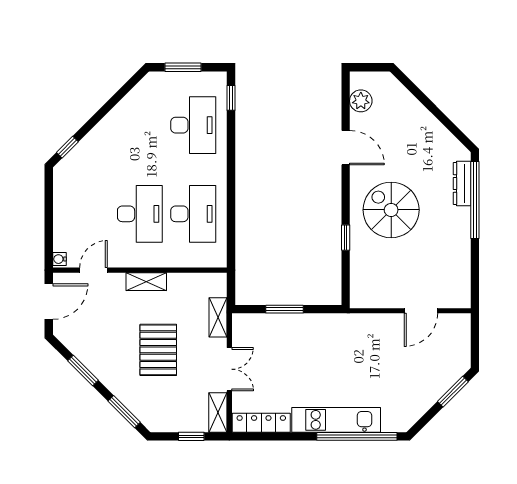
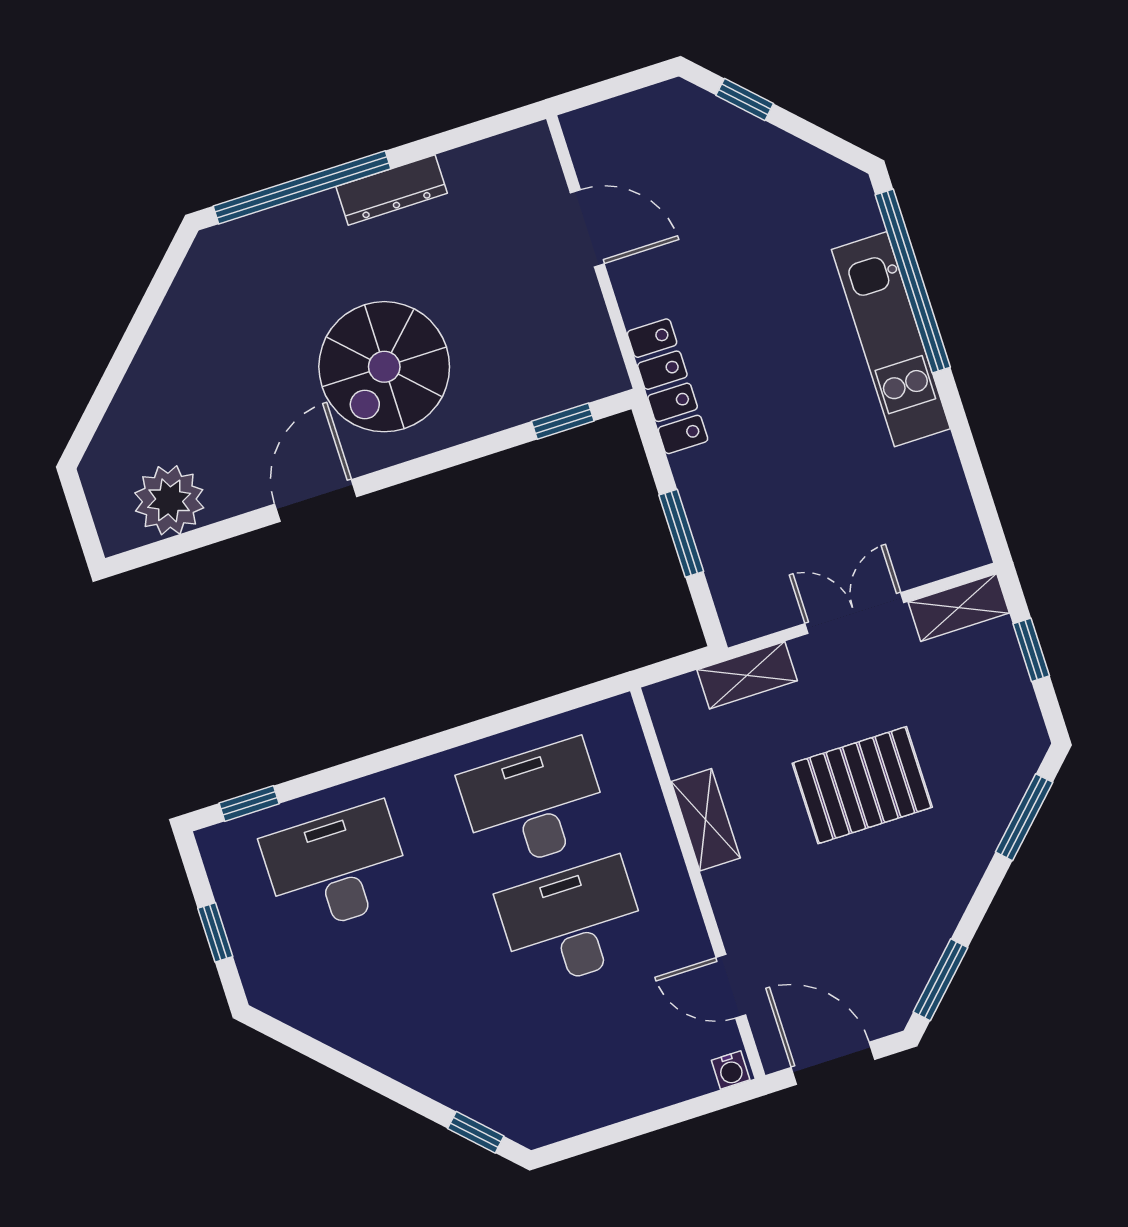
window: (183, 67) -> (215, 932), width x0.67
plant: (361, 101) -> (169, 500), width x1.36, depth x1.36
door: (346, 148) -> (316, 500), moved
dresser: (462, 184) -> (392, 190), moved
window: (346, 238) -> (563, 421), moved
shelving: (146, 282) -> (706, 820), moved
window: (83, 371) -> (941, 980), moved
window: (453, 392) -> (745, 99), width x0.67
locker: (261, 423) -> (668, 386), moved, turned 180

